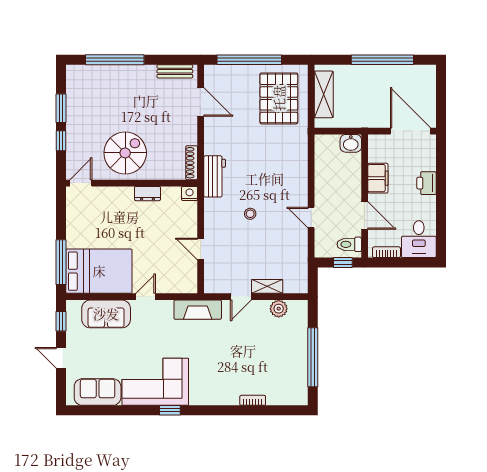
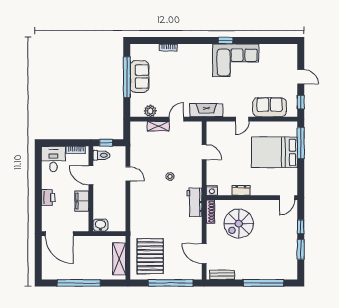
spiral stairs: (125, 153) -> (239, 224), moved
bed: (99, 271) -> (274, 152), moved
sofa: (98, 392) -> (139, 77), moved, turned -90

